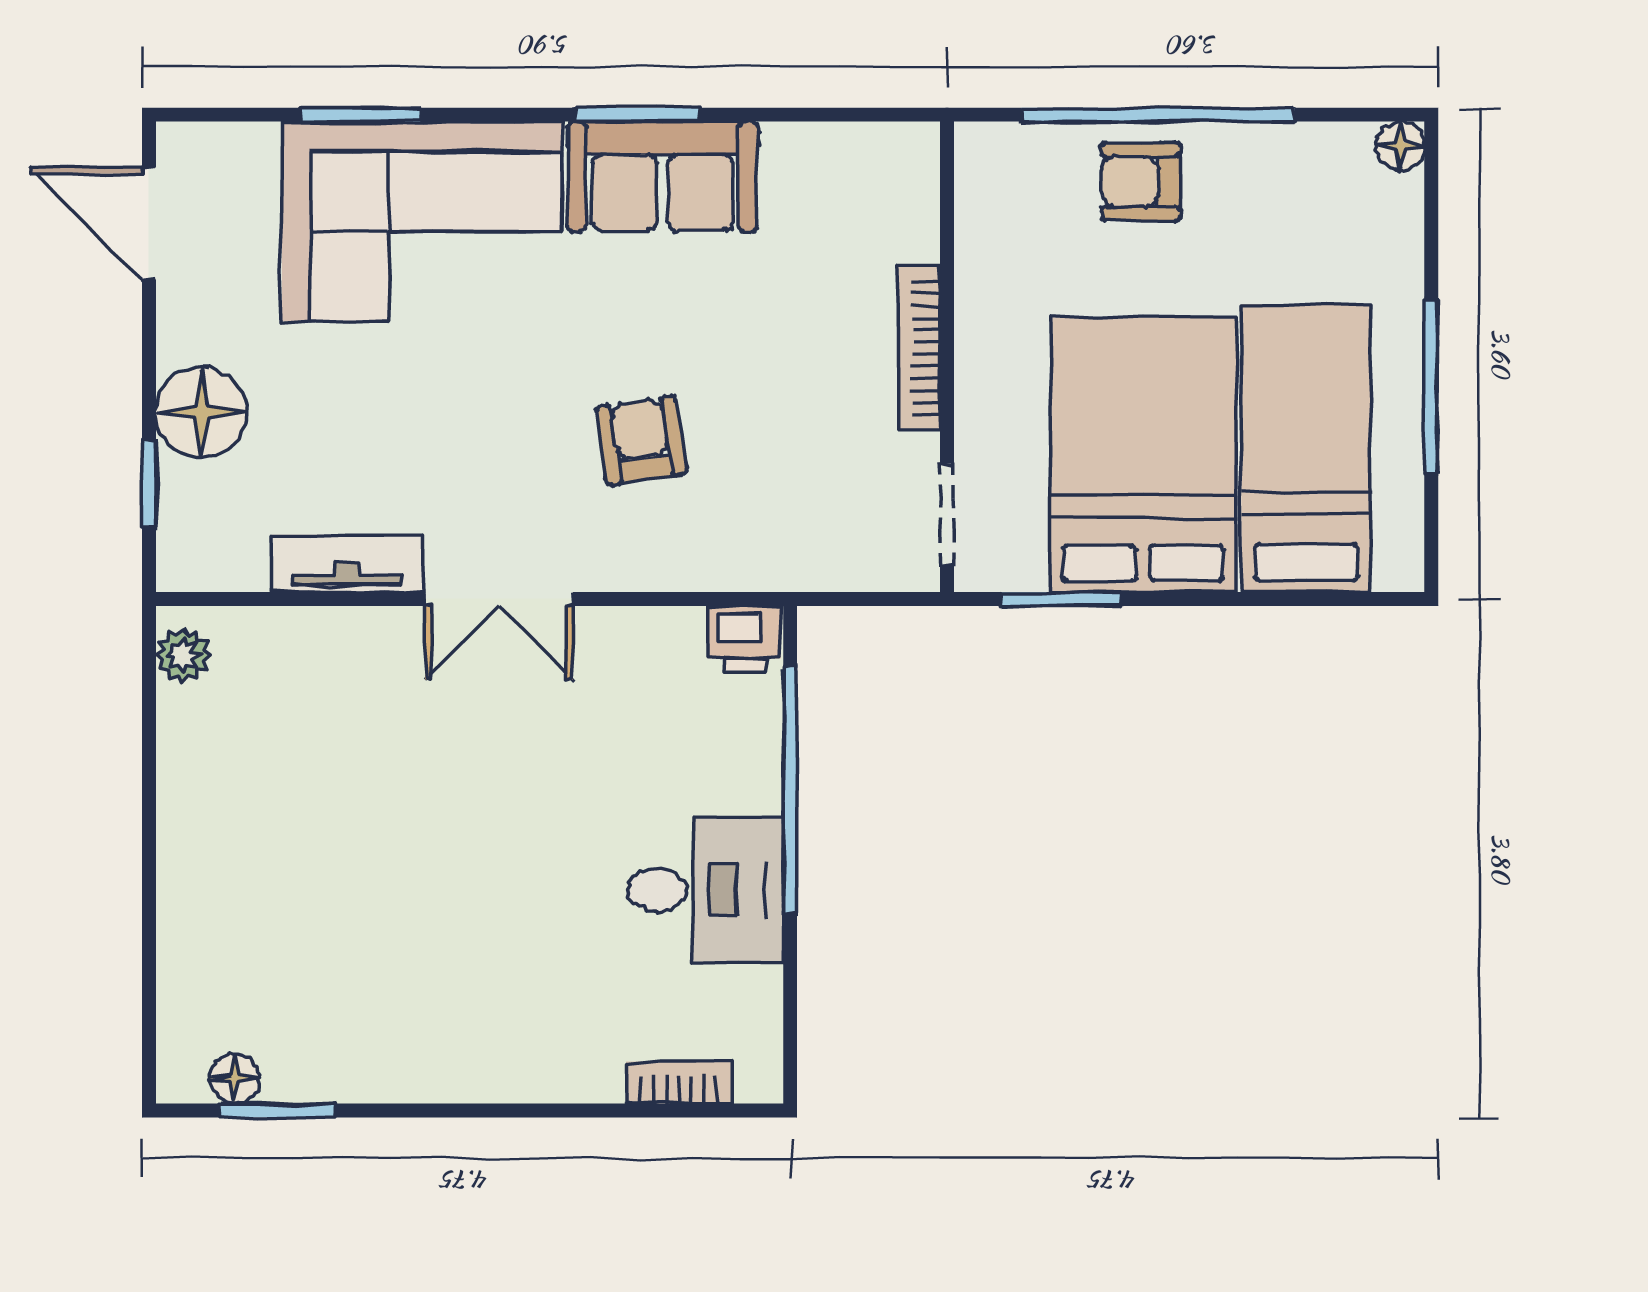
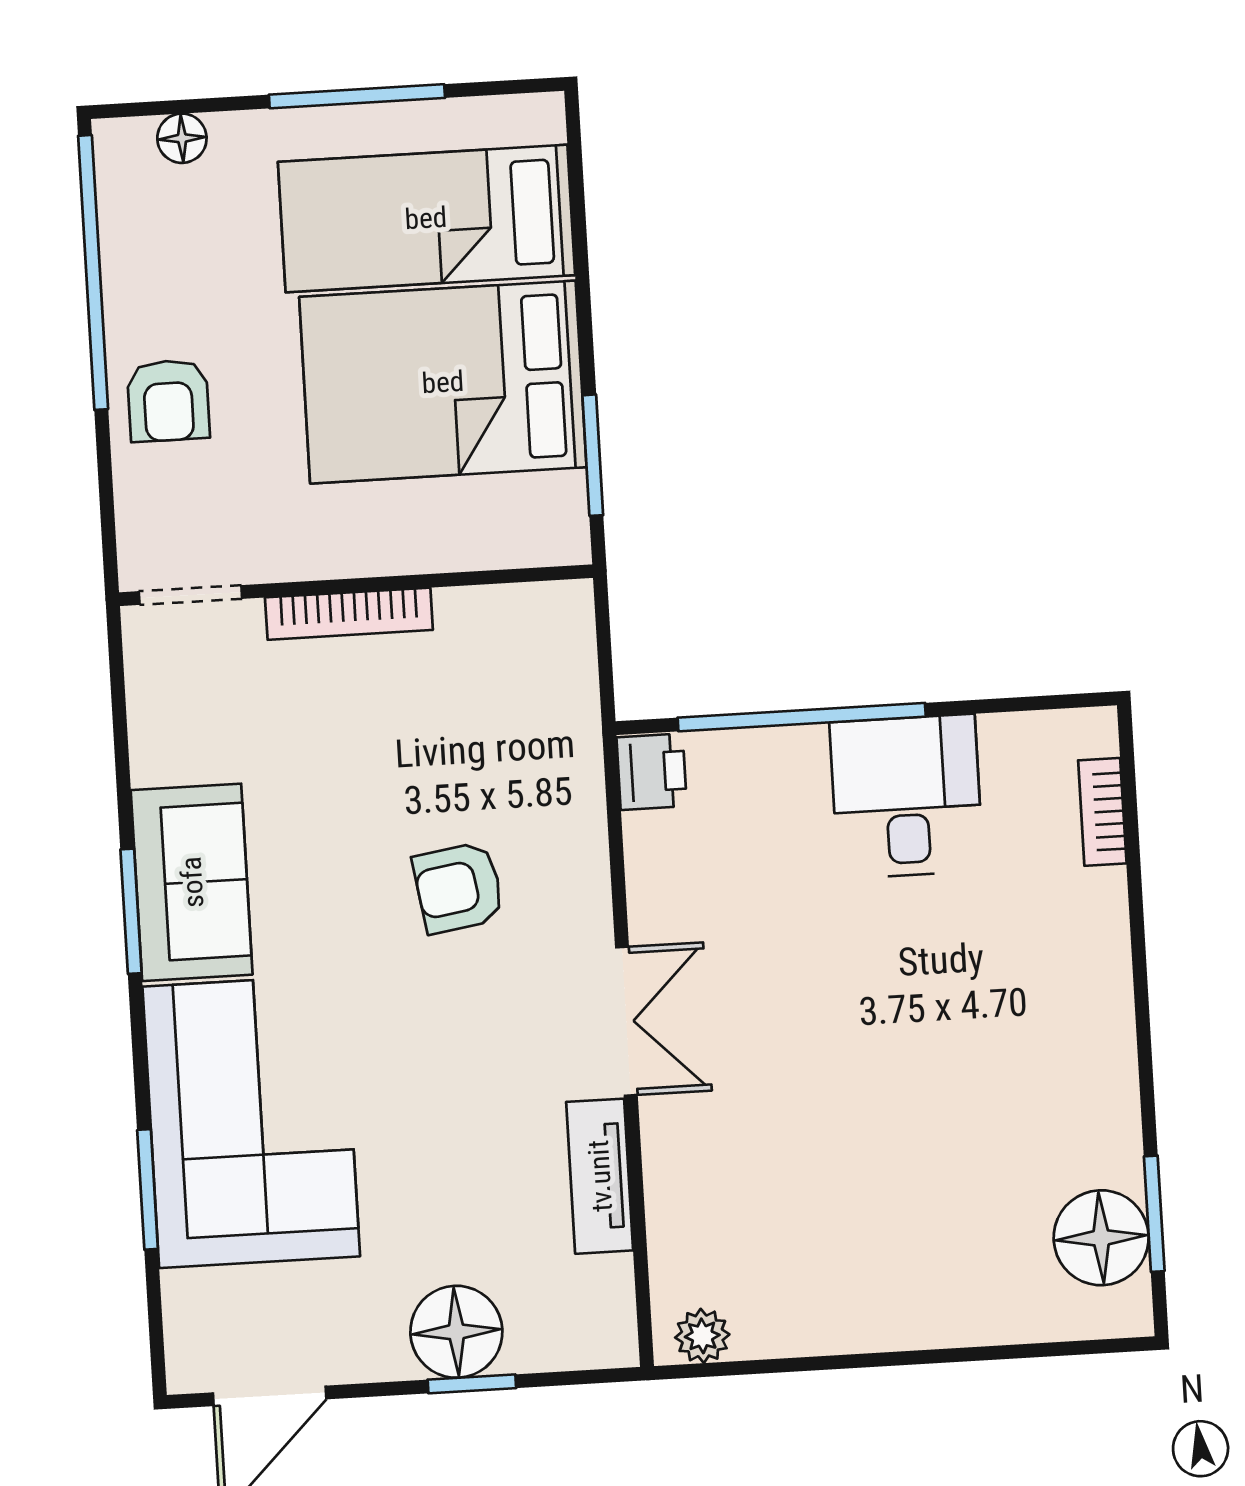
window: (1158, 115) -> (93, 272), moved
floor lamp: (1400, 146) -> (182, 138), moved
window: (149, 484) -> (472, 1384), moved
doorway: (947, 515) -> (190, 595), moved
floor lamp: (234, 1079) -> (1101, 1238), width x1.89, depth x1.89

